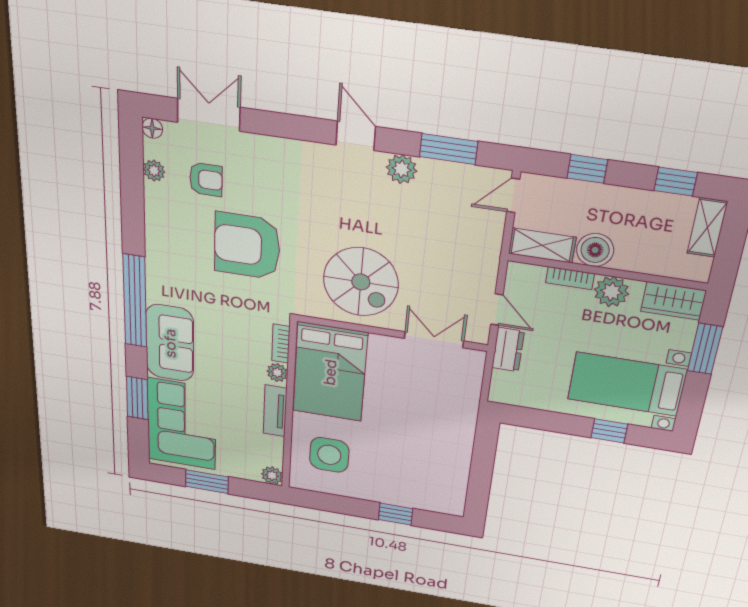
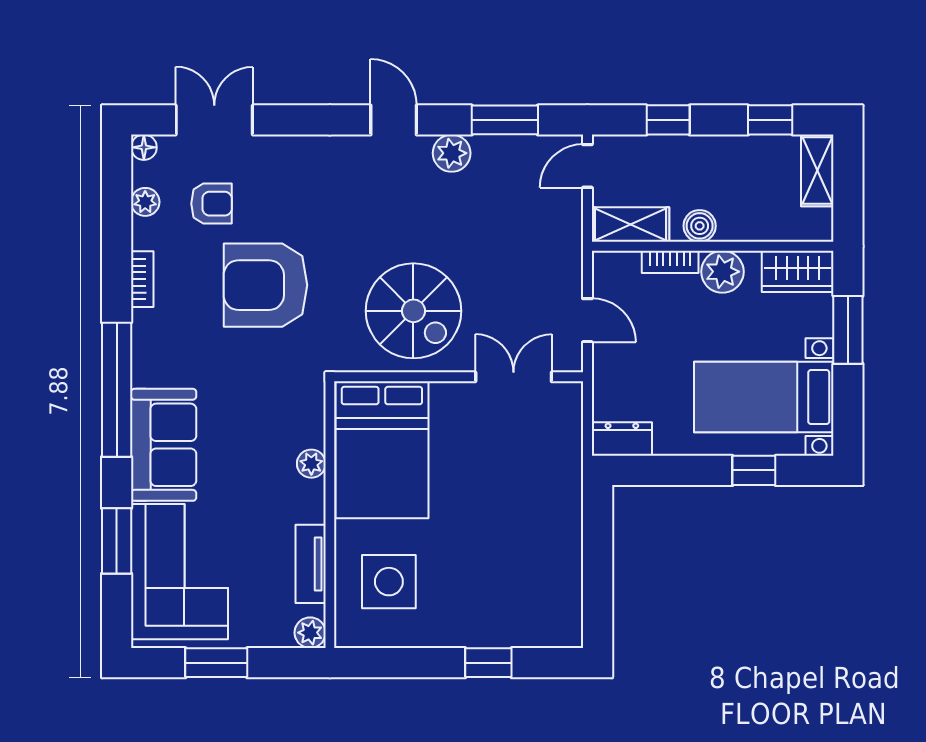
boiler: (595, 250) -> (700, 226), width x0.73, depth x0.73
bookcase: (281, 344) -> (142, 279), moved, turned 180
dresser: (508, 350) -> (622, 439), moved, turned -90
tv unit: (275, 411) -> (311, 564), moved

